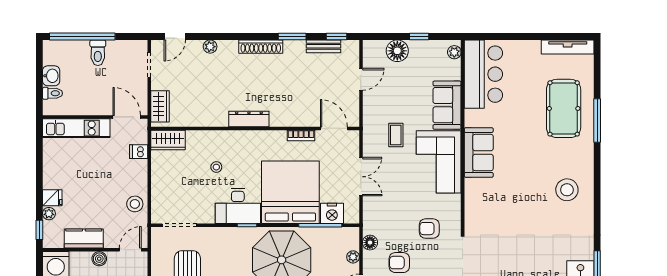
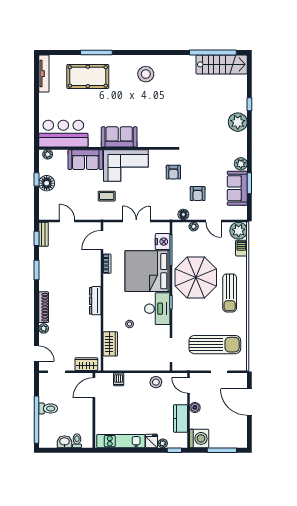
bench: (323, 46) -> (43, 234), moved
shoe rack: (261, 47) -> (44, 307), moved
floor lamp: (397, 51) -> (47, 183), moved
kitchen unit: (76, 128) -> (121, 441), moved, turned -90
wardrobe: (168, 140) -> (110, 344), moved

